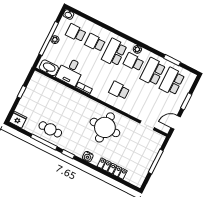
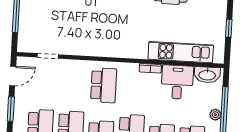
kitchen unit: (60, 90) -> (181, 52), added
school desk: (119, 90) -> (104, 85), width x1.85
round table: (105, 127) -> (101, 29), removed

